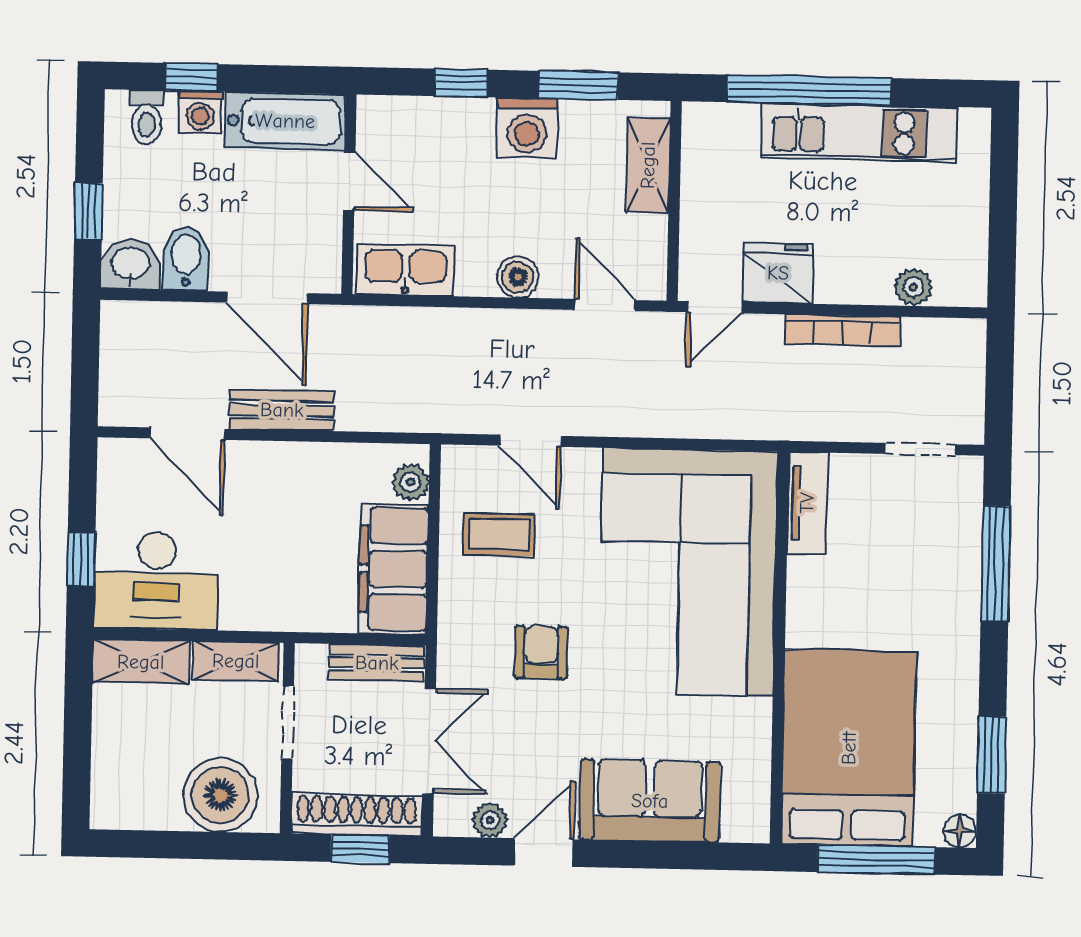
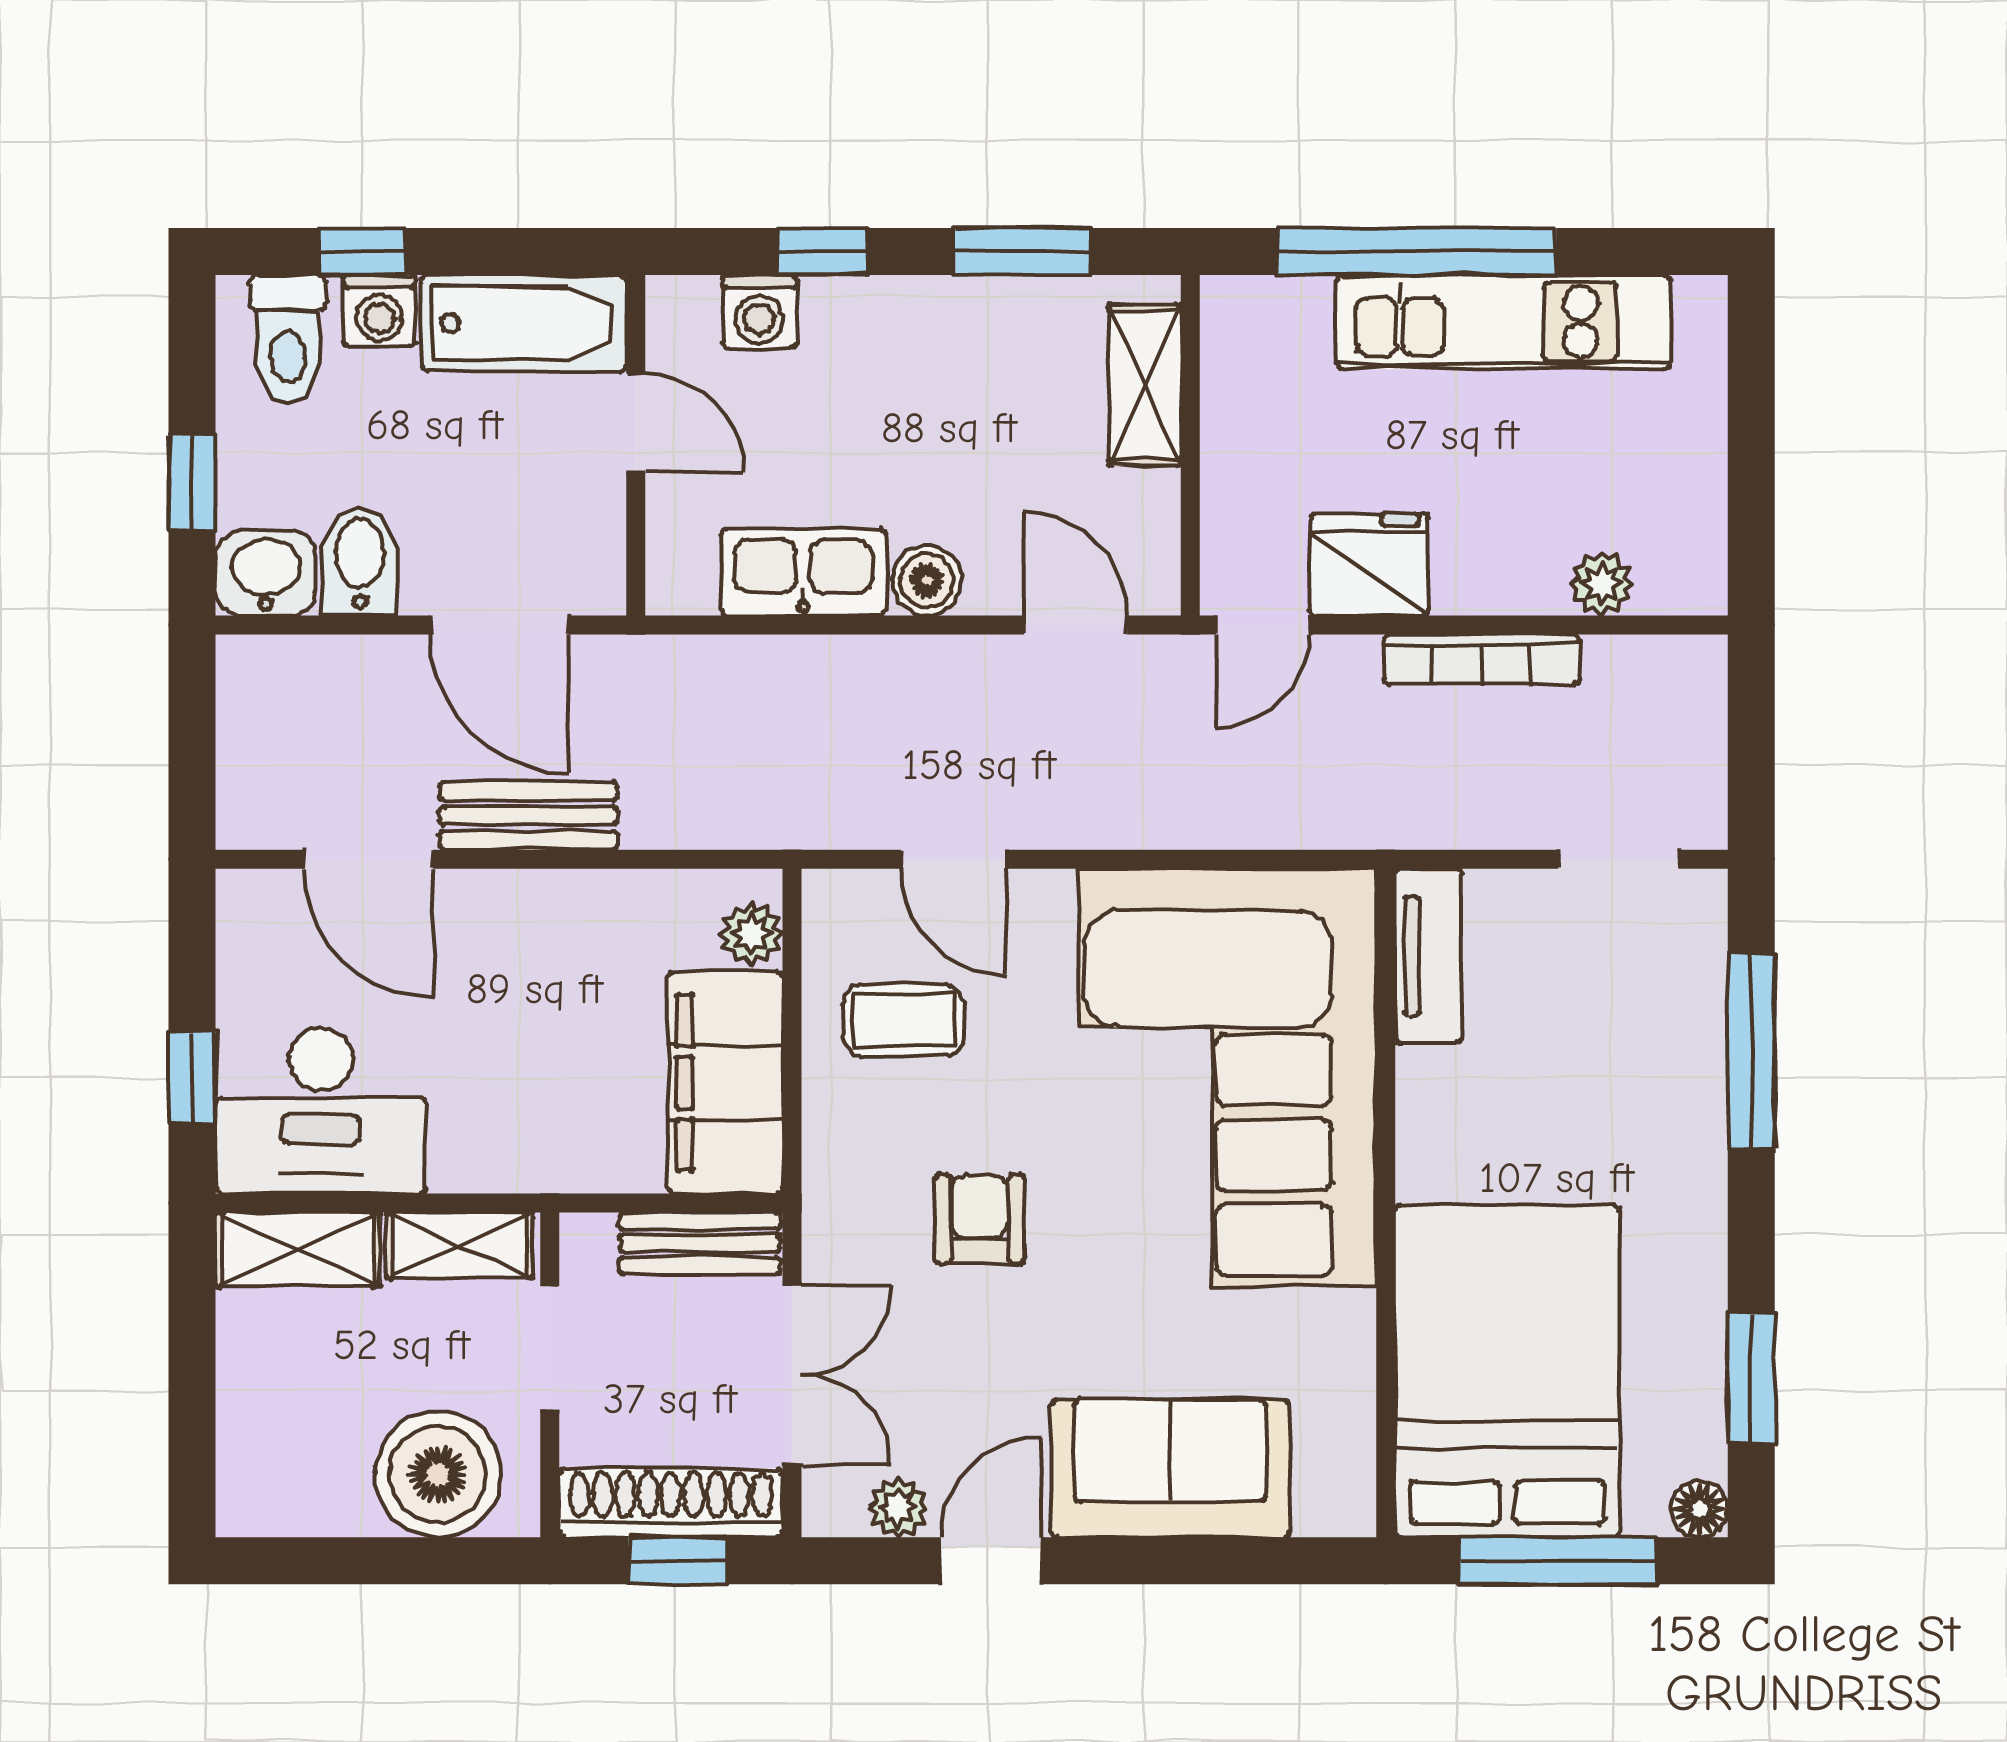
toilet: (147, 117) -> (288, 339), width x1.37, depth x1.39
washing machine: (527, 128) -> (759, 312), moved, width x0.73, depth x0.73
kitchen sink: (406, 270) -> (803, 572), moved

